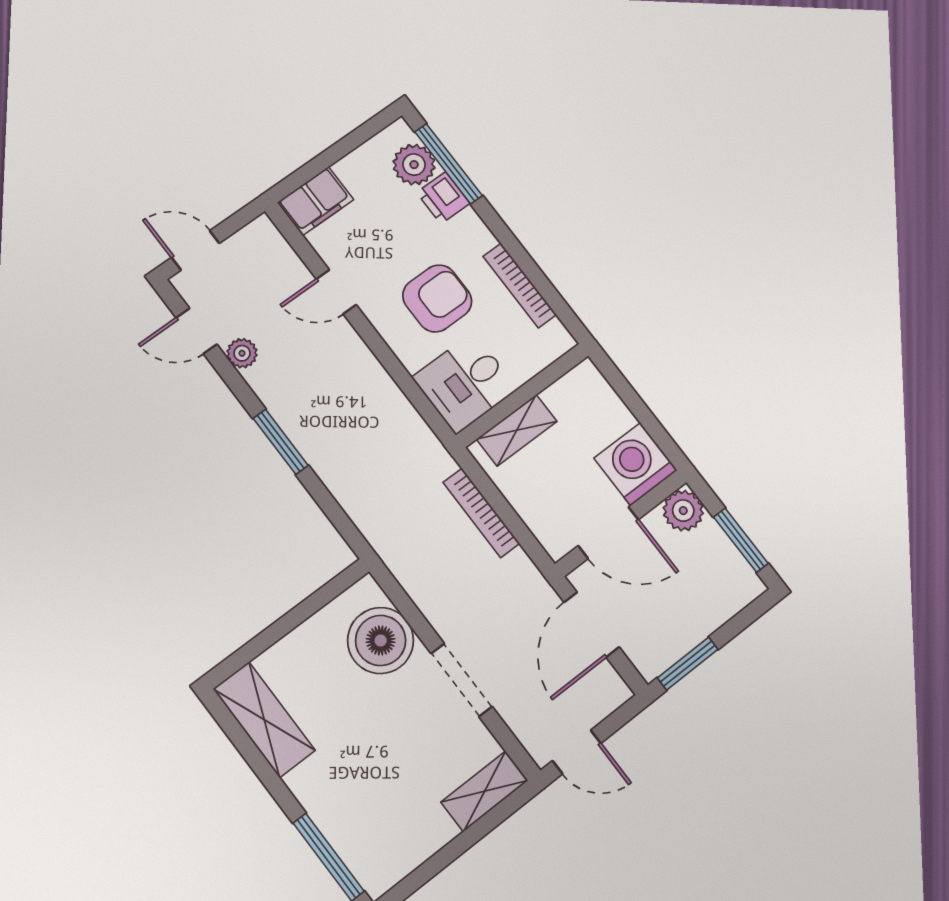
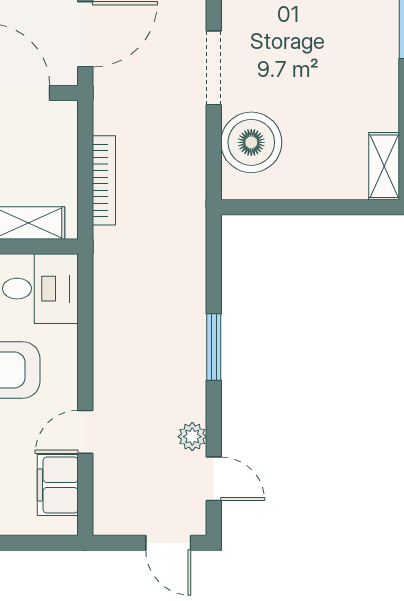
filing cabinet: (315, 201) -> (58, 485), moved, turned -90
door: (336, 292) -> (85, 432), swing flipped
shelving: (264, 720) -> (384, 166), width x0.67, depth x0.75

